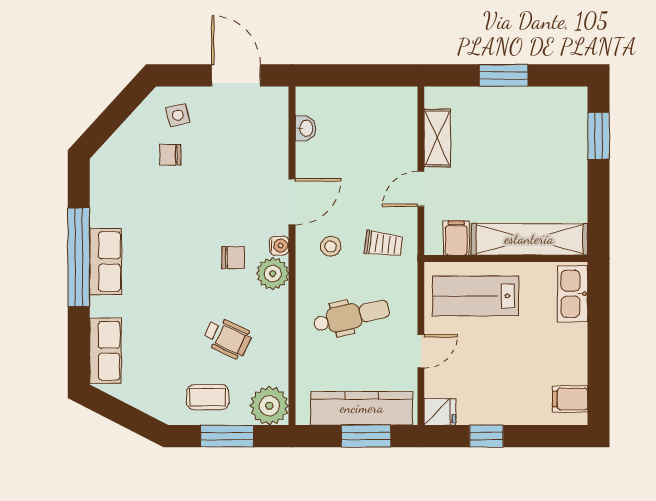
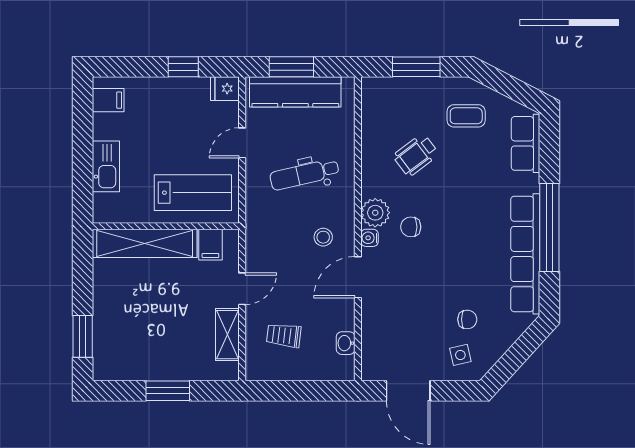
trolley: (383, 244) -> (284, 335), moved
row of seats: (106, 261) -> (525, 254), width x2.02
kitchen sink: (573, 294) -> (106, 166), moved
wheelchair: (227, 338) -> (416, 155), turned -62
coffee table: (208, 397) -> (466, 116), moved
plant: (269, 406) -> (378, 94), removed

